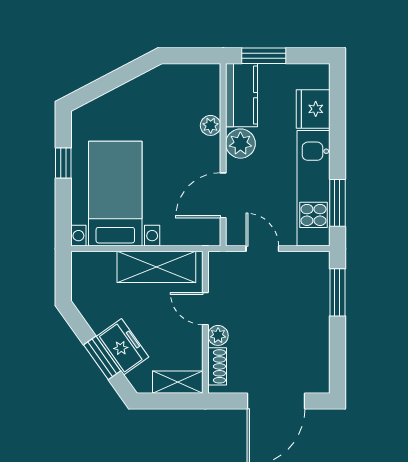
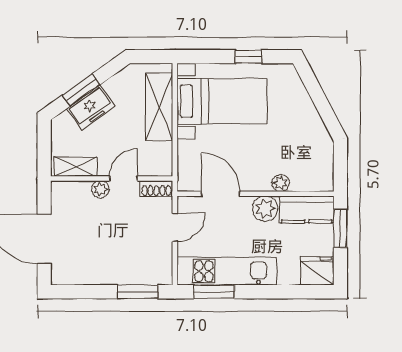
fridge: (313, 109) -> (317, 271), moved
shelving: (156, 267) -> (159, 107), moved
shoe rack: (217, 366) -> (156, 189), moved
shelving: (178, 382) -> (76, 167), moved, turned 90

